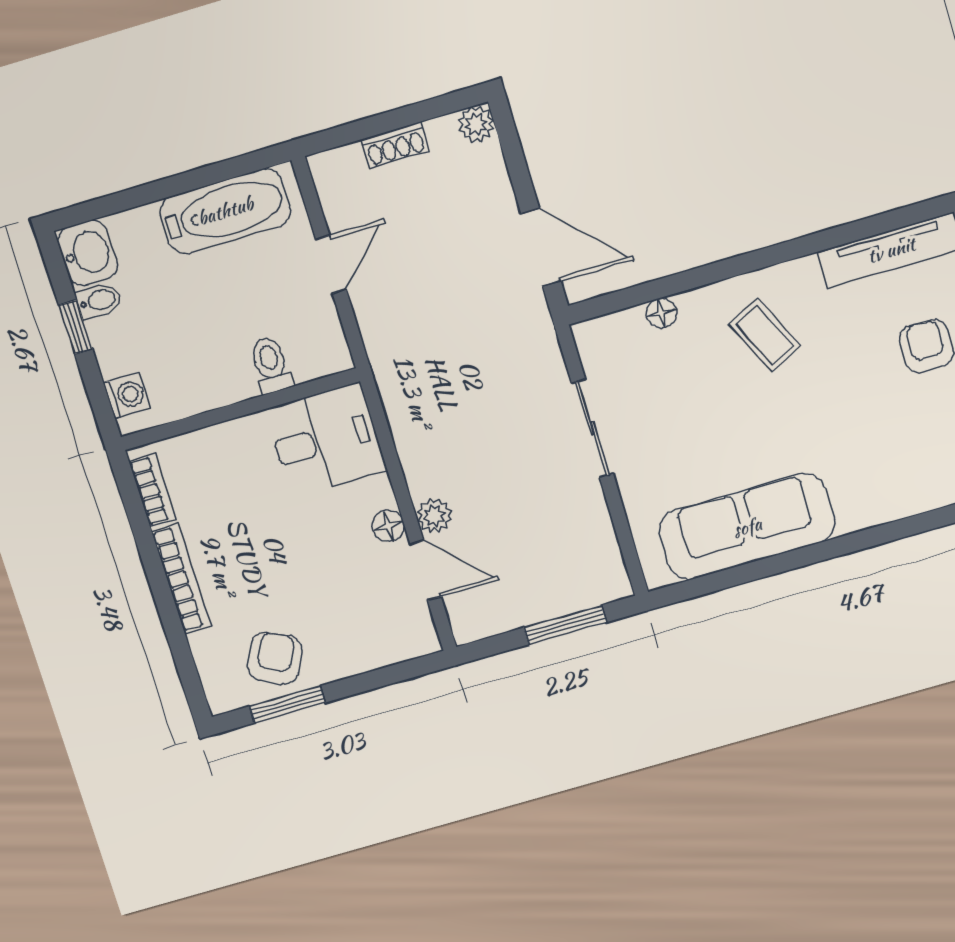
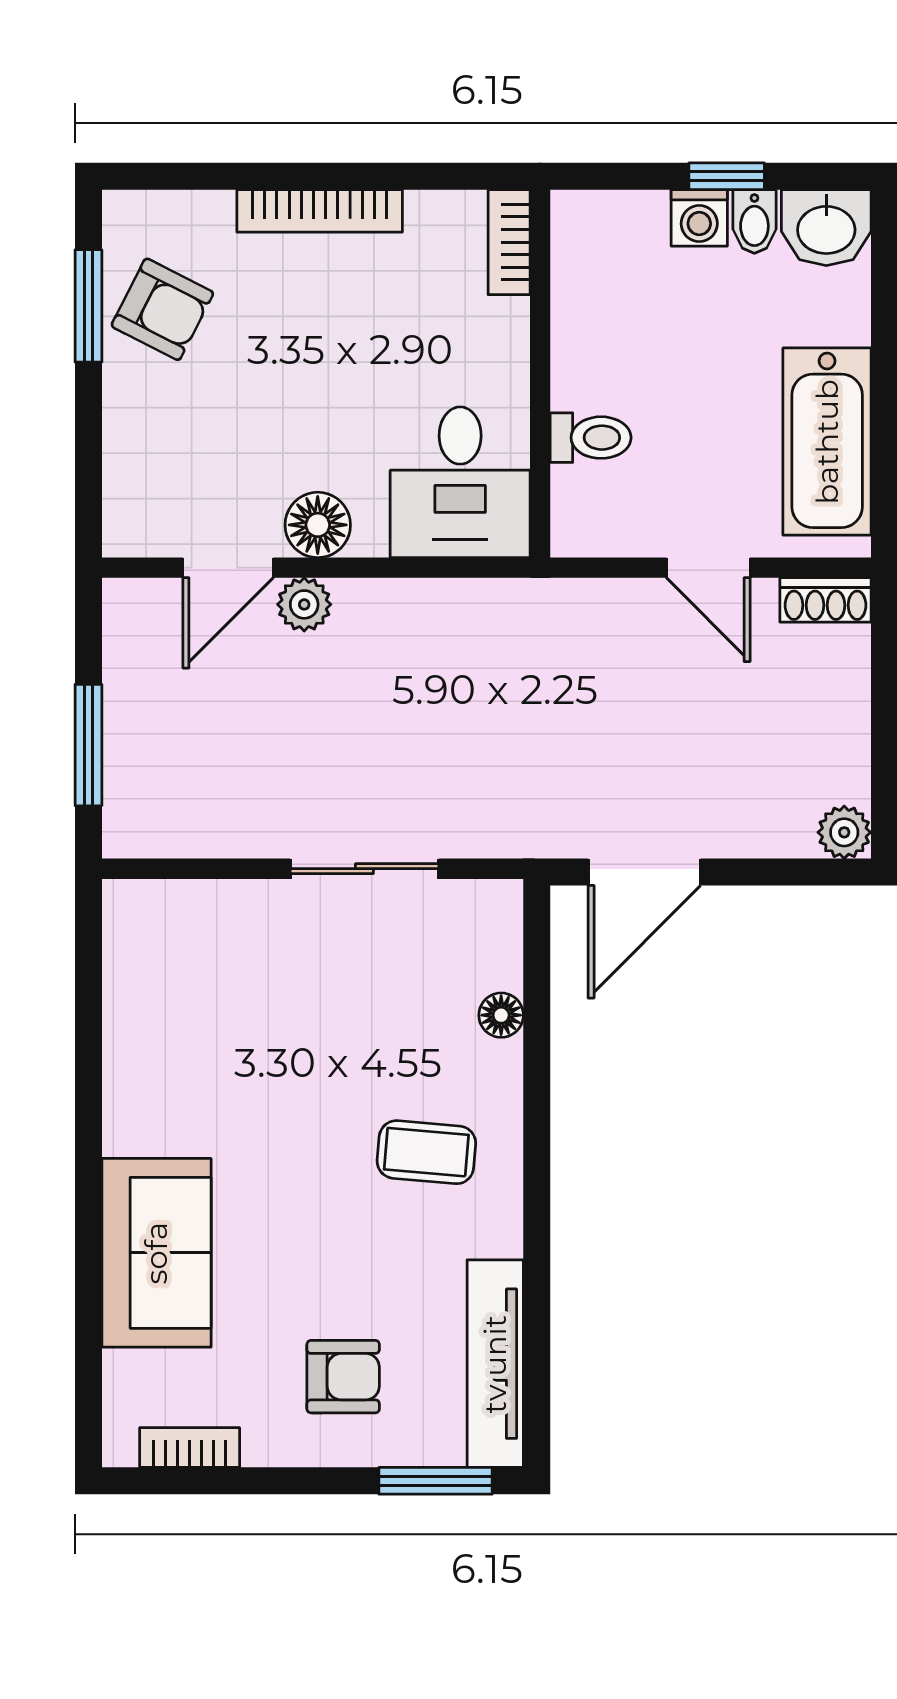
shoe rack: (395, 145) -> (825, 600), moved, turned -90
coffee table: (765, 335) -> (426, 1152), turned 31
washing machine: (127, 395) -> (699, 218), moved
bookcase: (153, 490) -> (509, 242), moved, turned 90
floor lamp: (388, 526) -> (318, 525), width x1.37, depth x1.37
sofa: (747, 527) -> (156, 1253), moved, width x0.73

